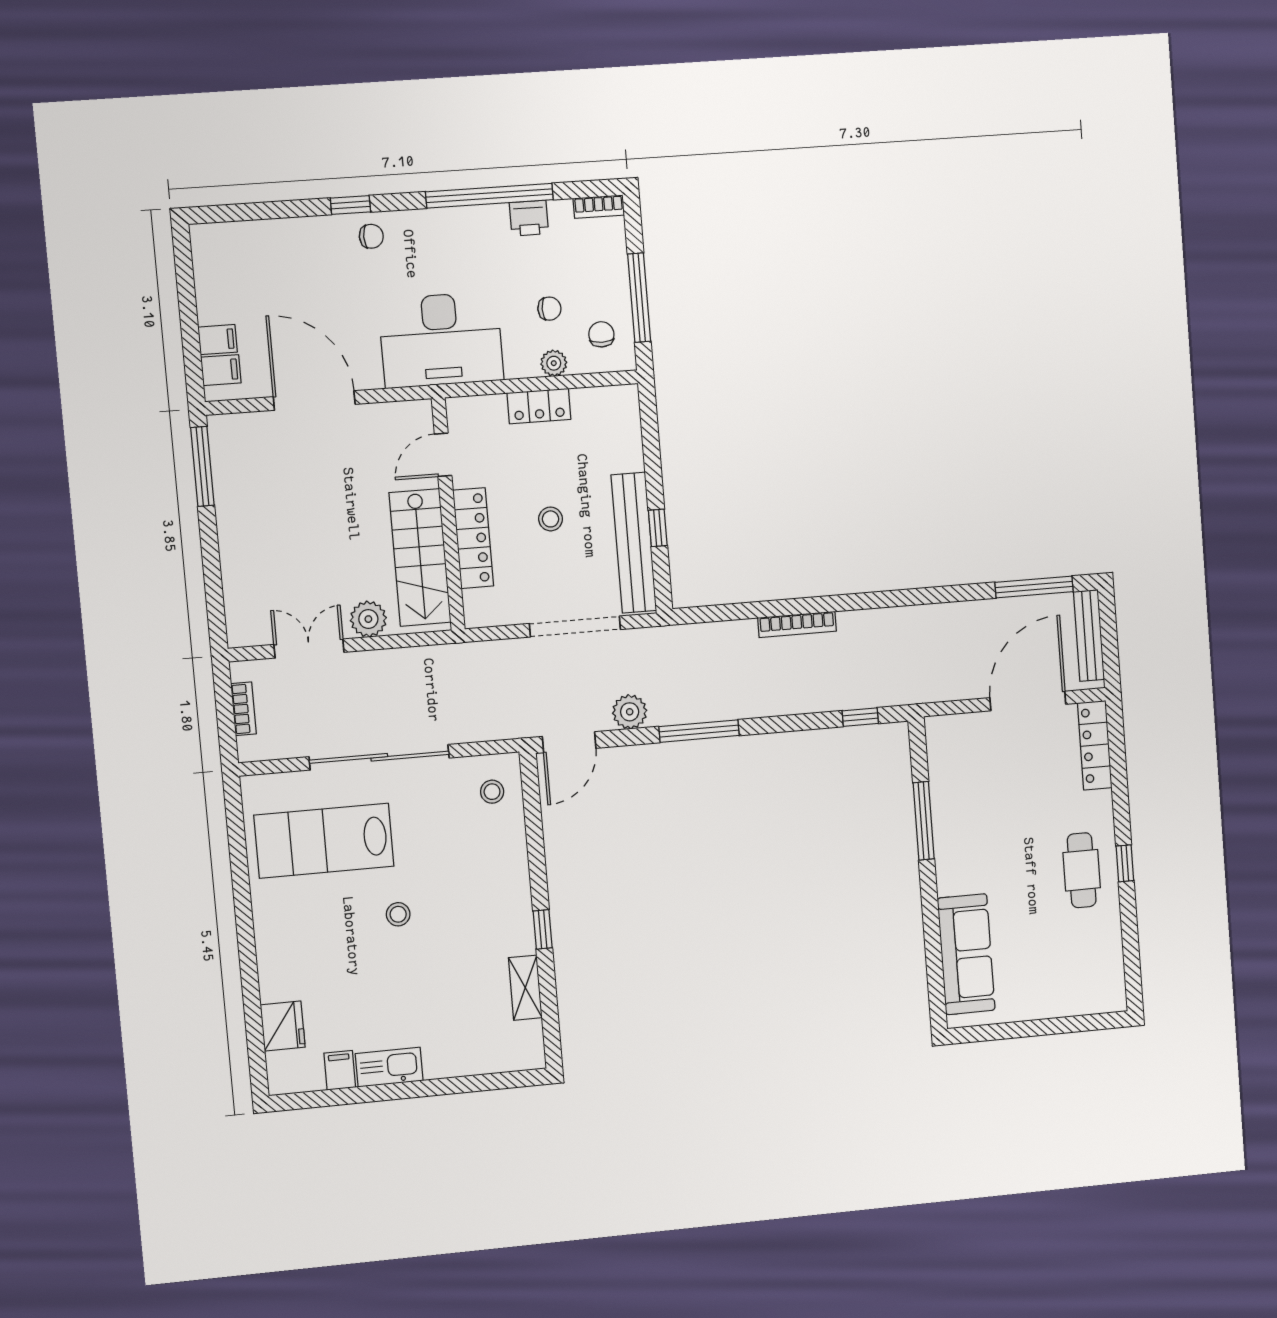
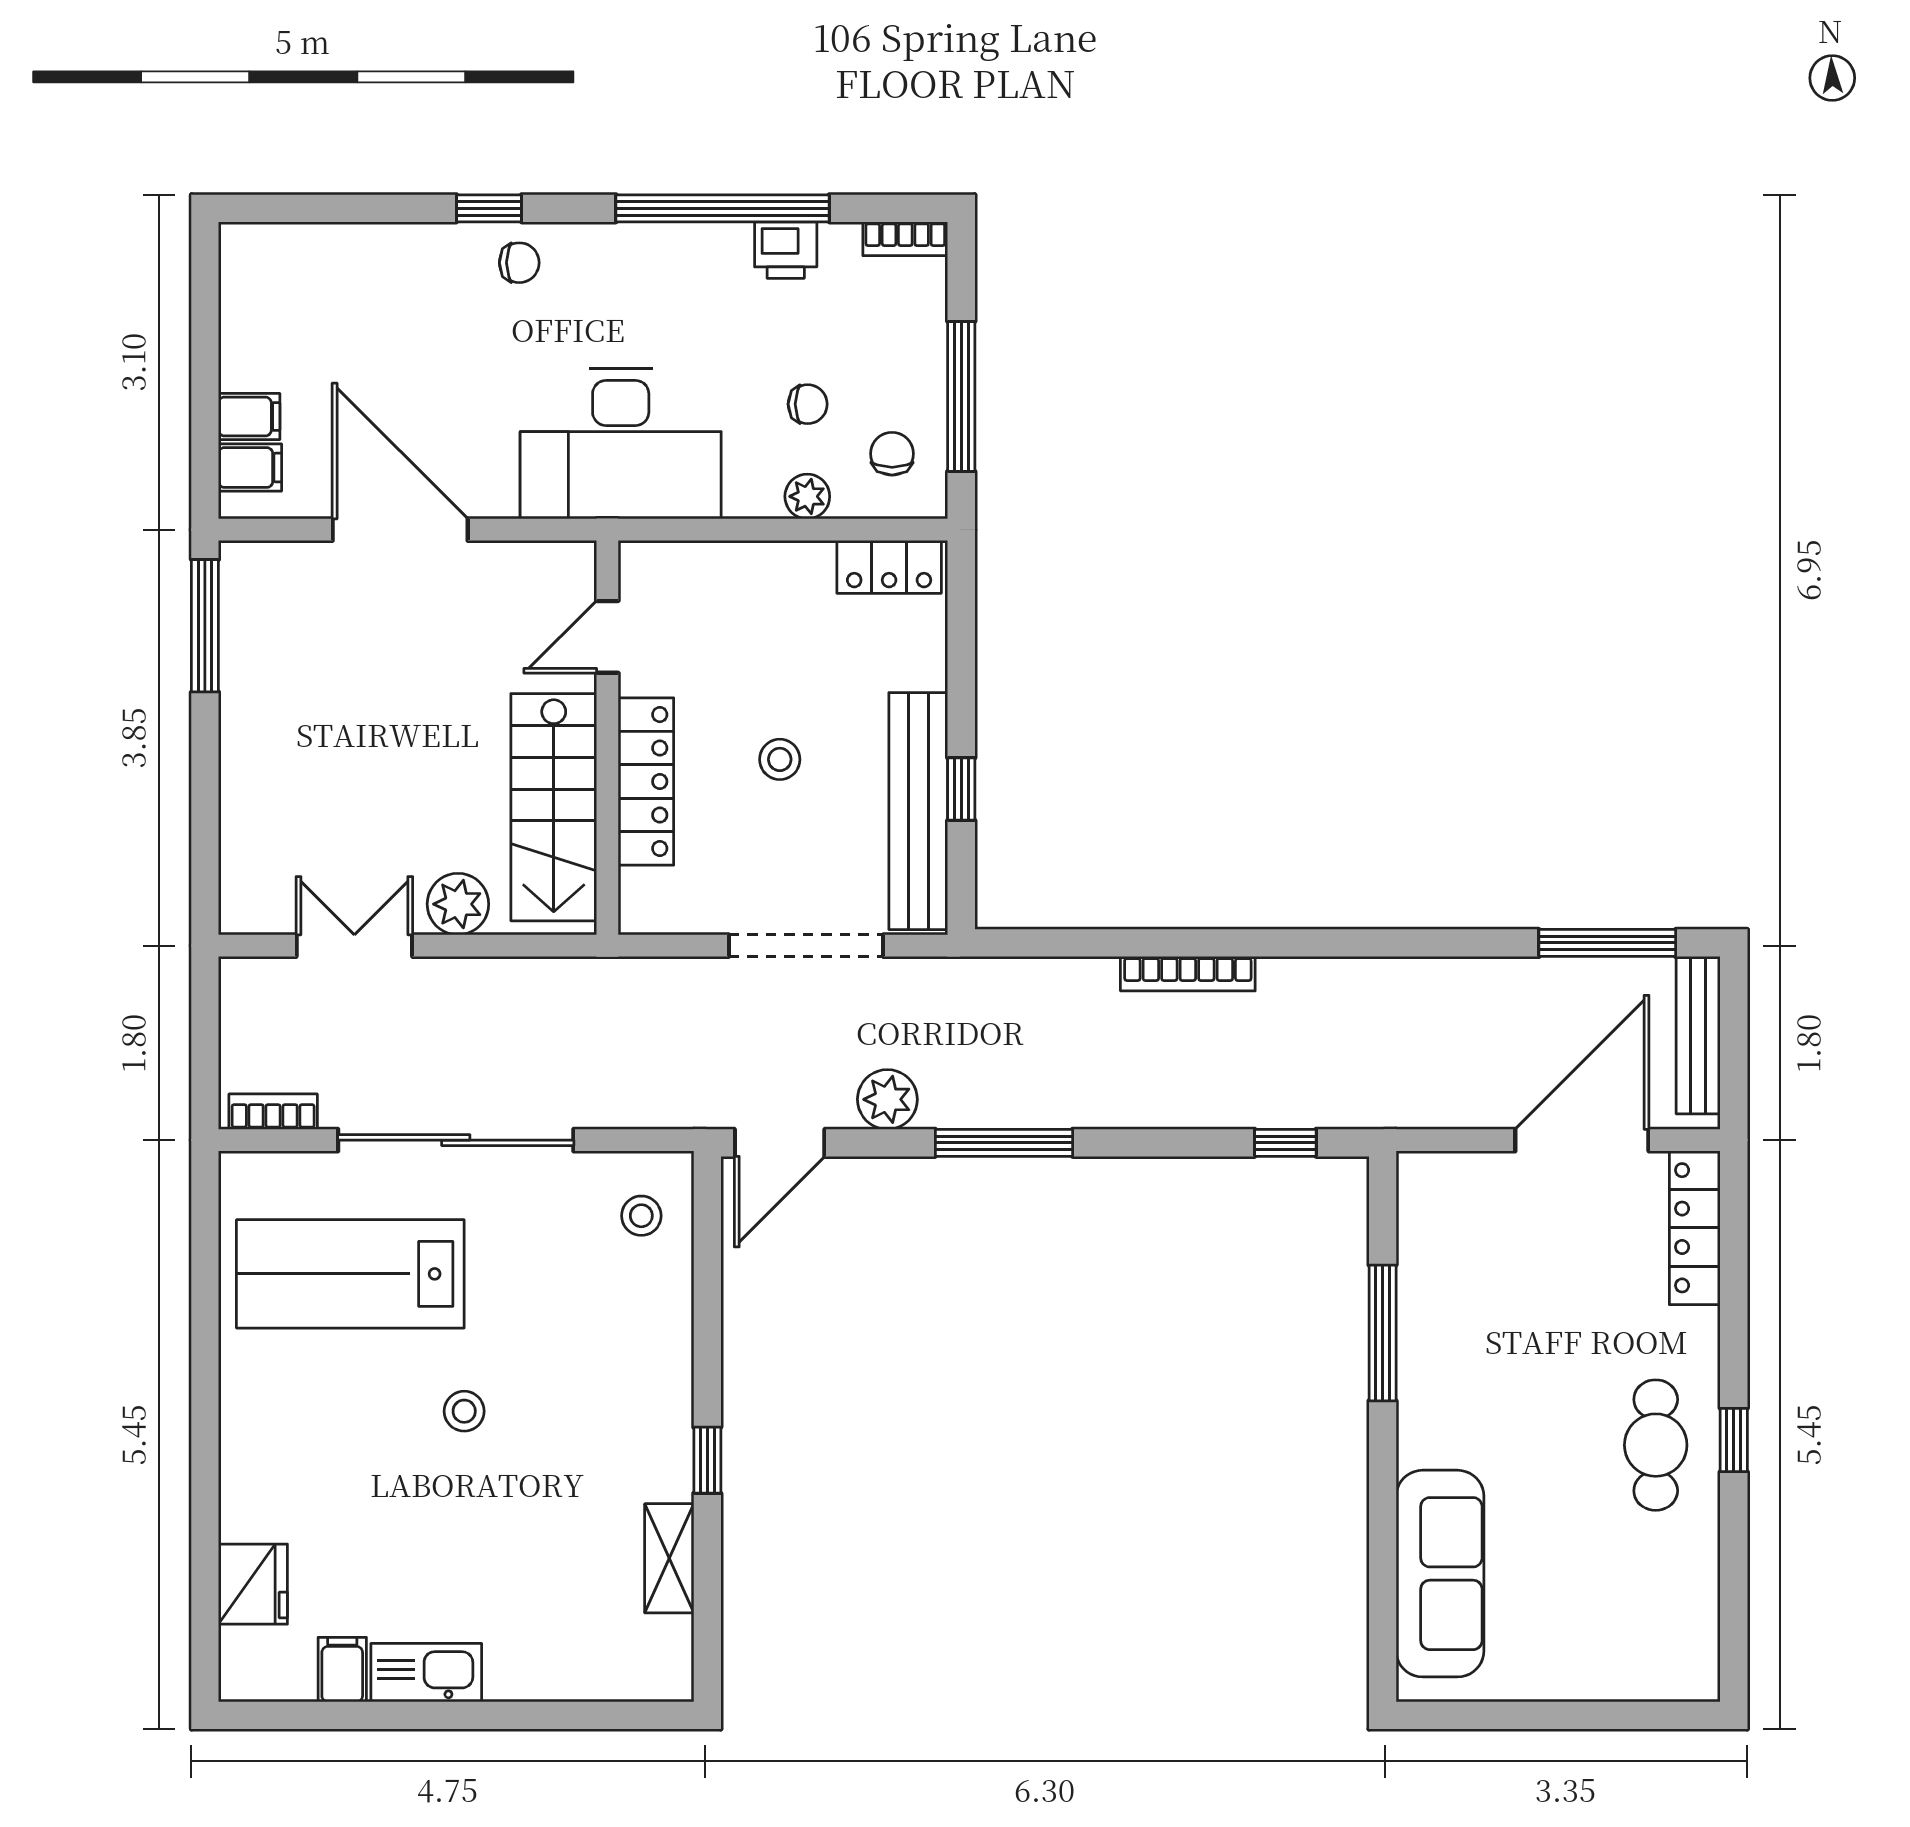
locker: (539, 406) -> (889, 567), moved
bookcase: (244, 709) -> (273, 1112), moved, turned -90

